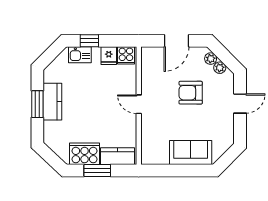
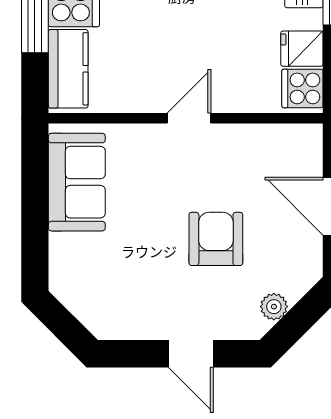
plant: (211, 59) -> (295, 285), removed
sofa: (191, 152) -> (77, 182), moved

